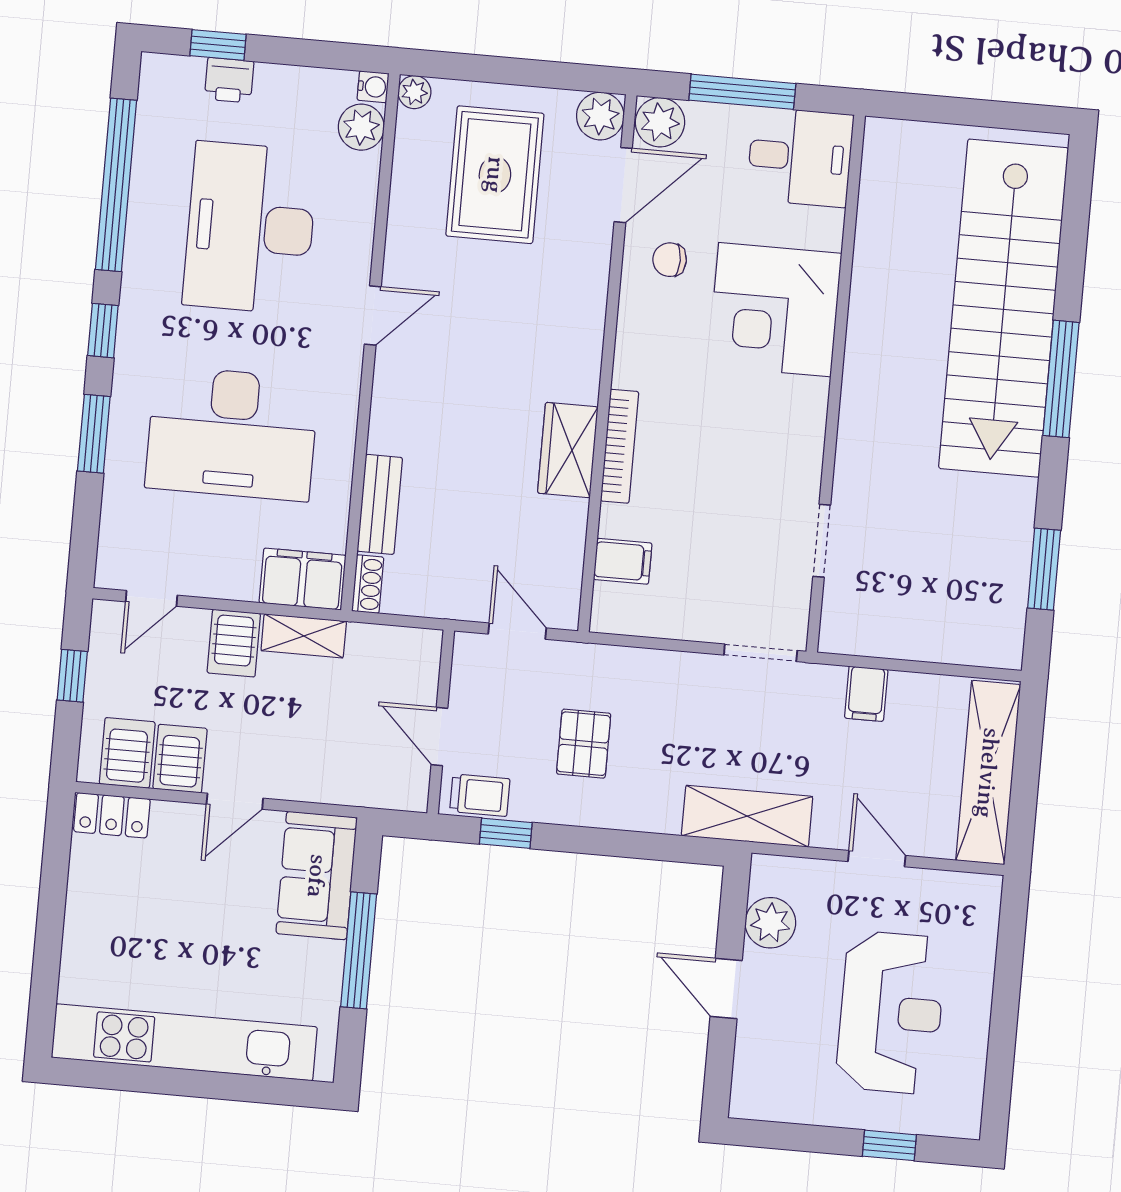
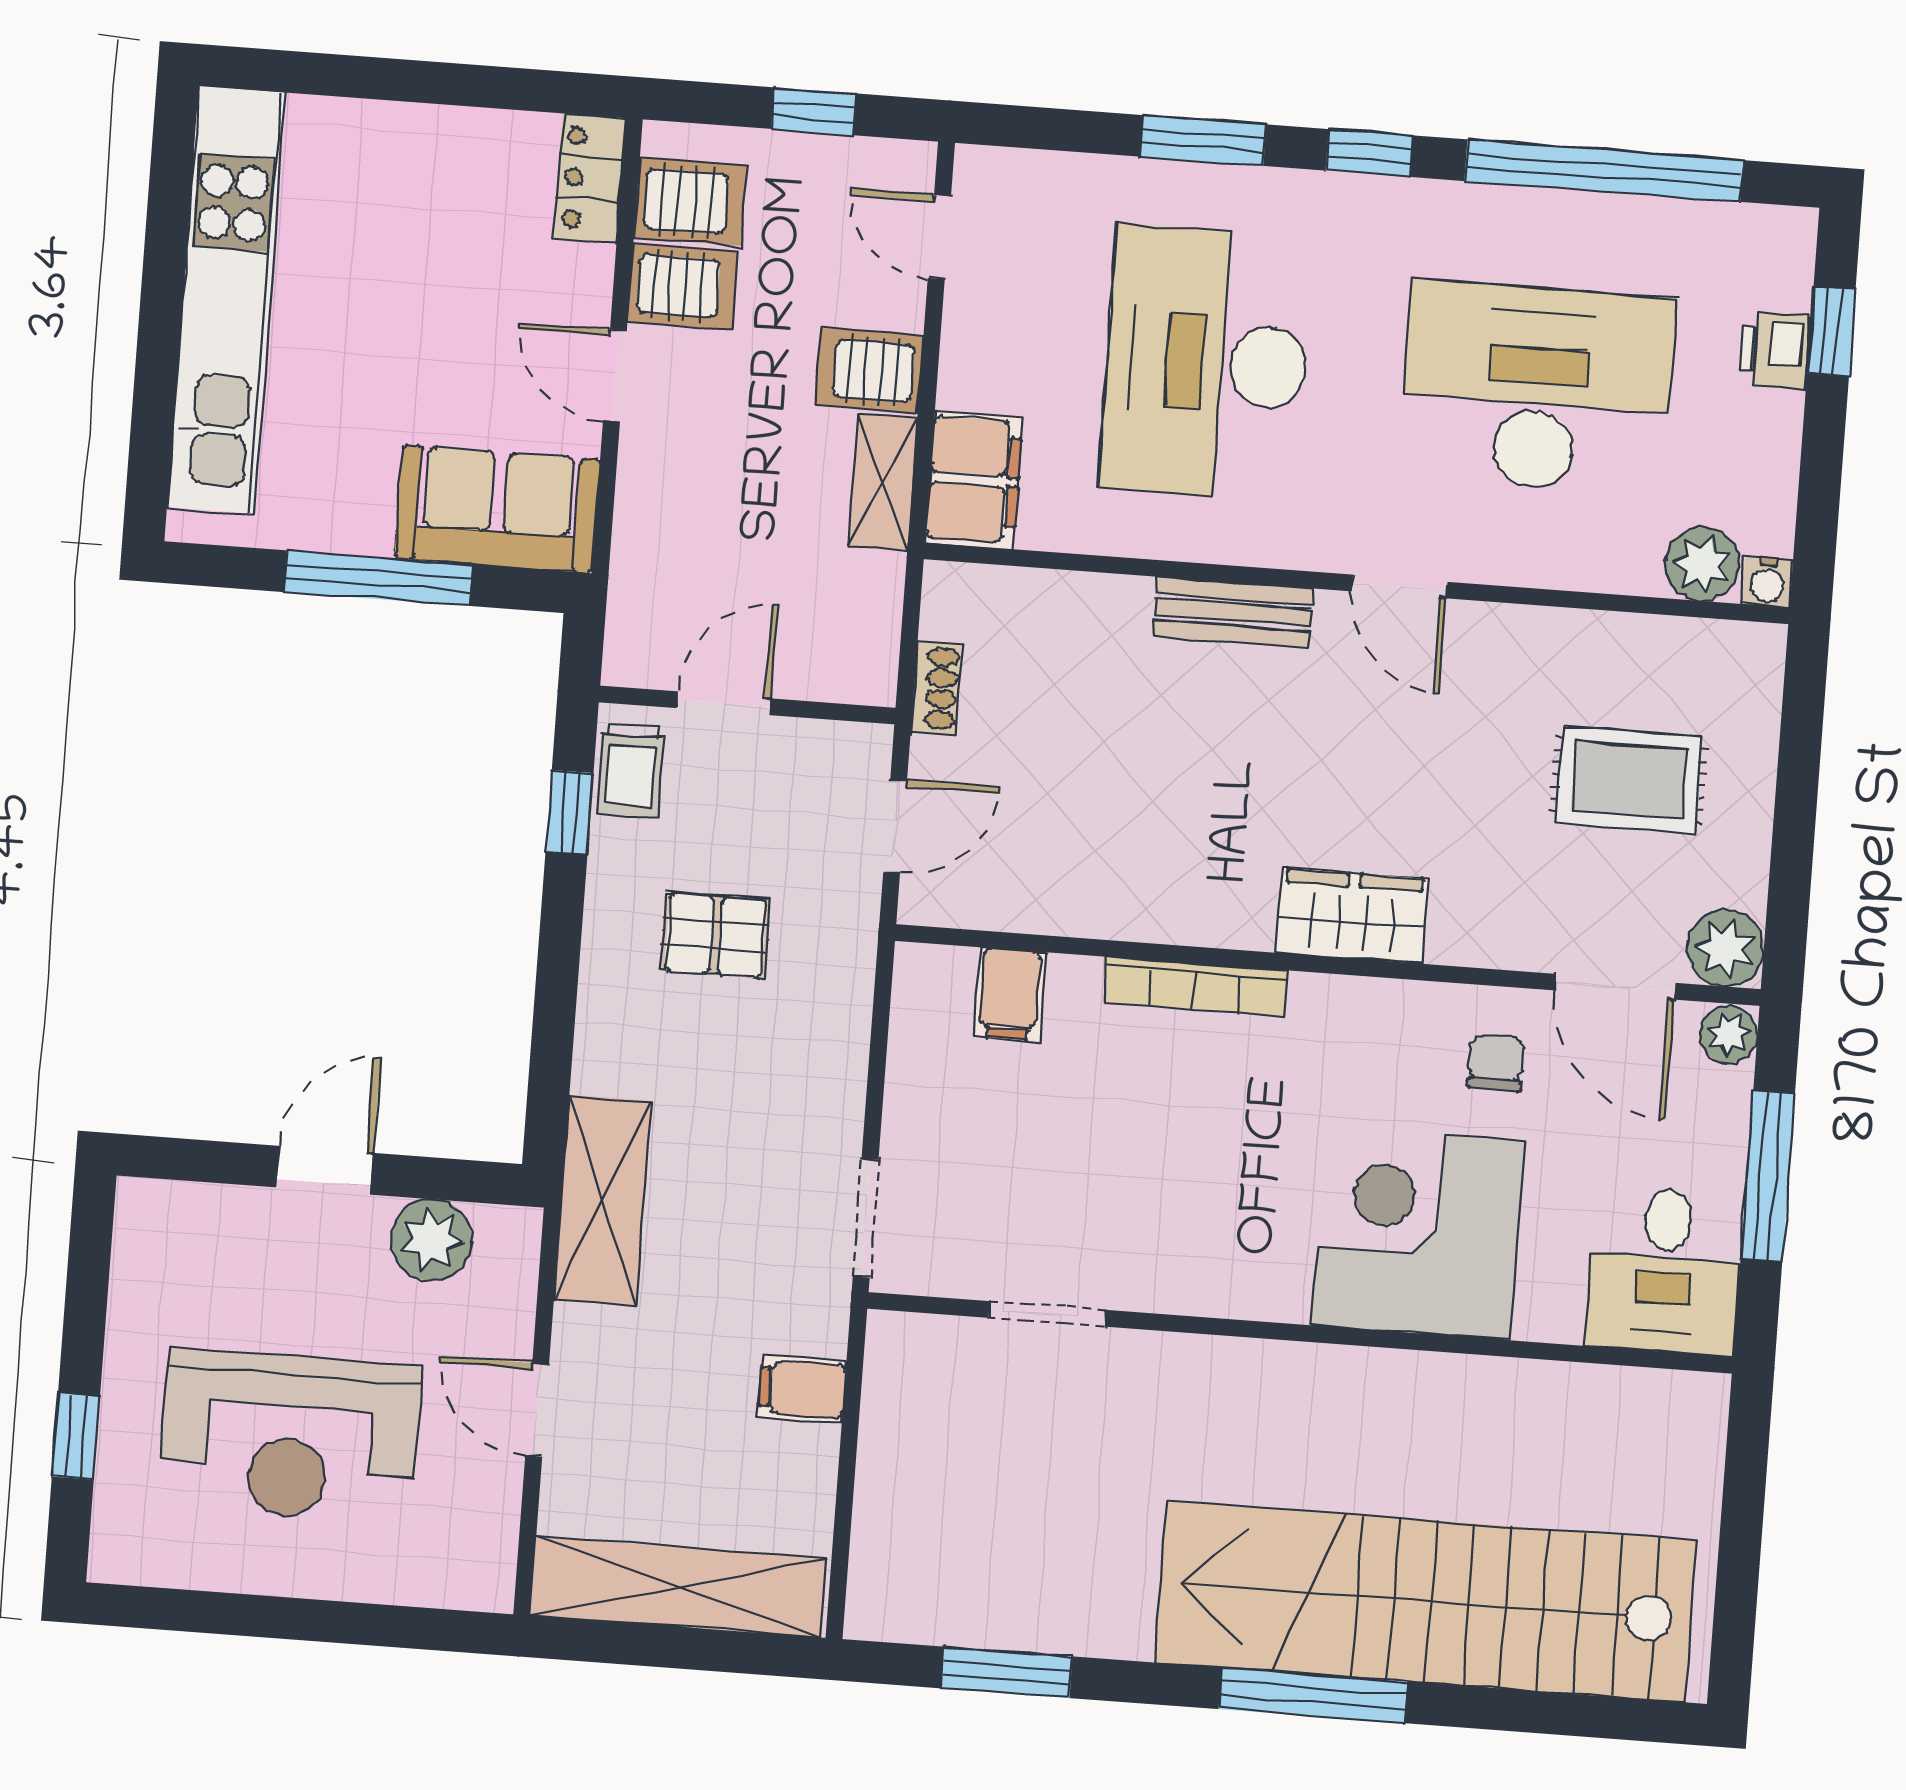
plant: (414, 92) -> (1760, 649), removed
plant: (660, 122) -> (1729, 1034), width x0.73, depth x0.73
rug: (495, 175) -> (1629, 780), width x0.73, depth x0.70
wardrobe: (568, 450) -> (1352, 916), moved
bench: (380, 504) -> (1233, 612), moved
shoe rack: (368, 584) -> (936, 688), moved, turned -90
door: (877, 859) -> (537, 1410), swing flipped

